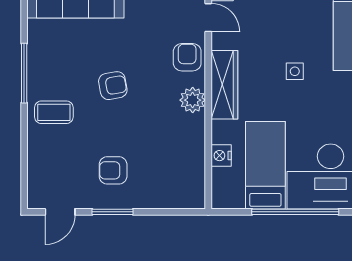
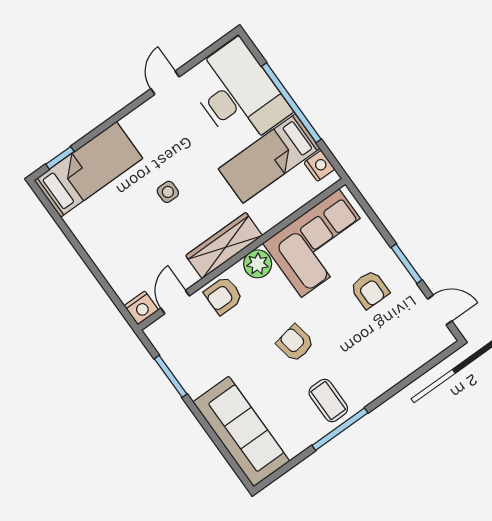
coffee table: (54, 112) -> (328, 400), moved
nightstand: (221, 156) -> (319, 166), moved, turned -90
corner sofa: (174, 158) -> (320, 243), added

